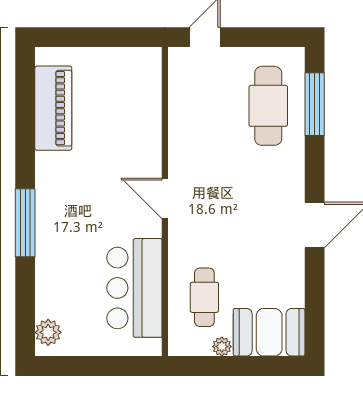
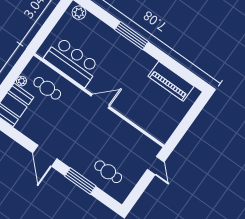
window: (315, 104) -> (80, 181), moved
cafe table: (268, 106) -> (108, 172), width x0.73, depth x0.74

